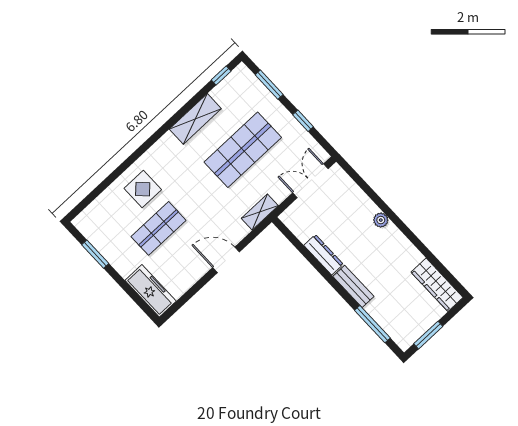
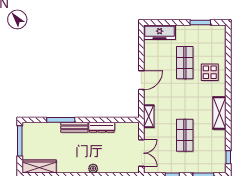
shelving: (195, 119) -> (219, 113), moved
shop shelf: (243, 150) -> (185, 135), width x0.70, depth x0.74
window: (372, 324) -> (61, 120), moved
window: (428, 335) -> (20, 141), width x1.44

